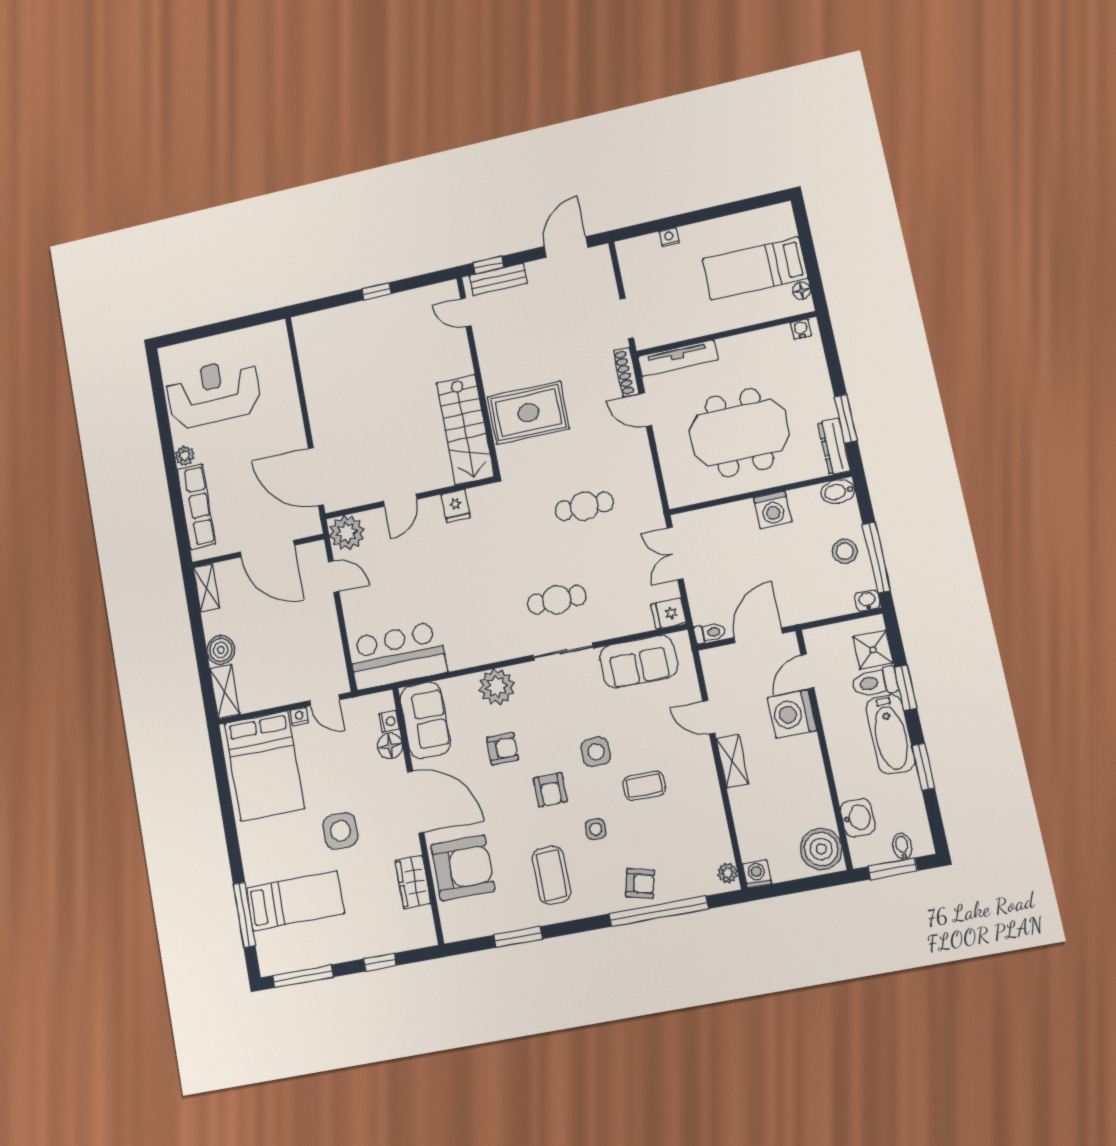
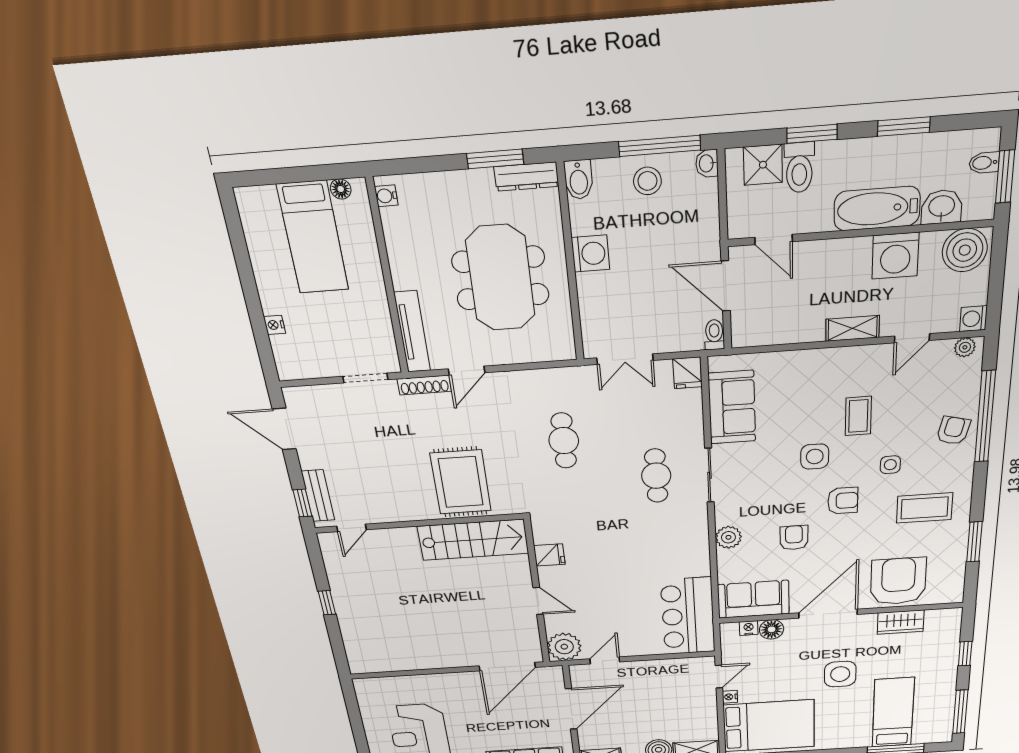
plant: (497, 687) -> (728, 537), width x0.73, depth x0.73
washing machine: (792, 714) -> (895, 256), moved
door: (709, 717) -> (912, 338), moved
bathtub: (890, 734) -> (877, 209), moved, turned 180

